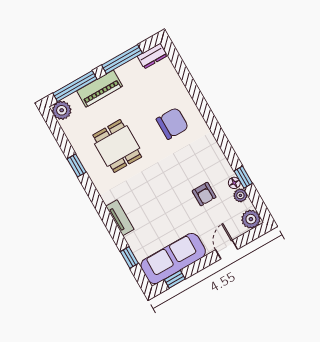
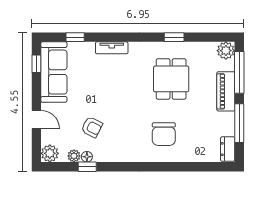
dining table: (117, 146) -> (171, 79), turned 90
armchair: (204, 194) -> (92, 127), turned -153

